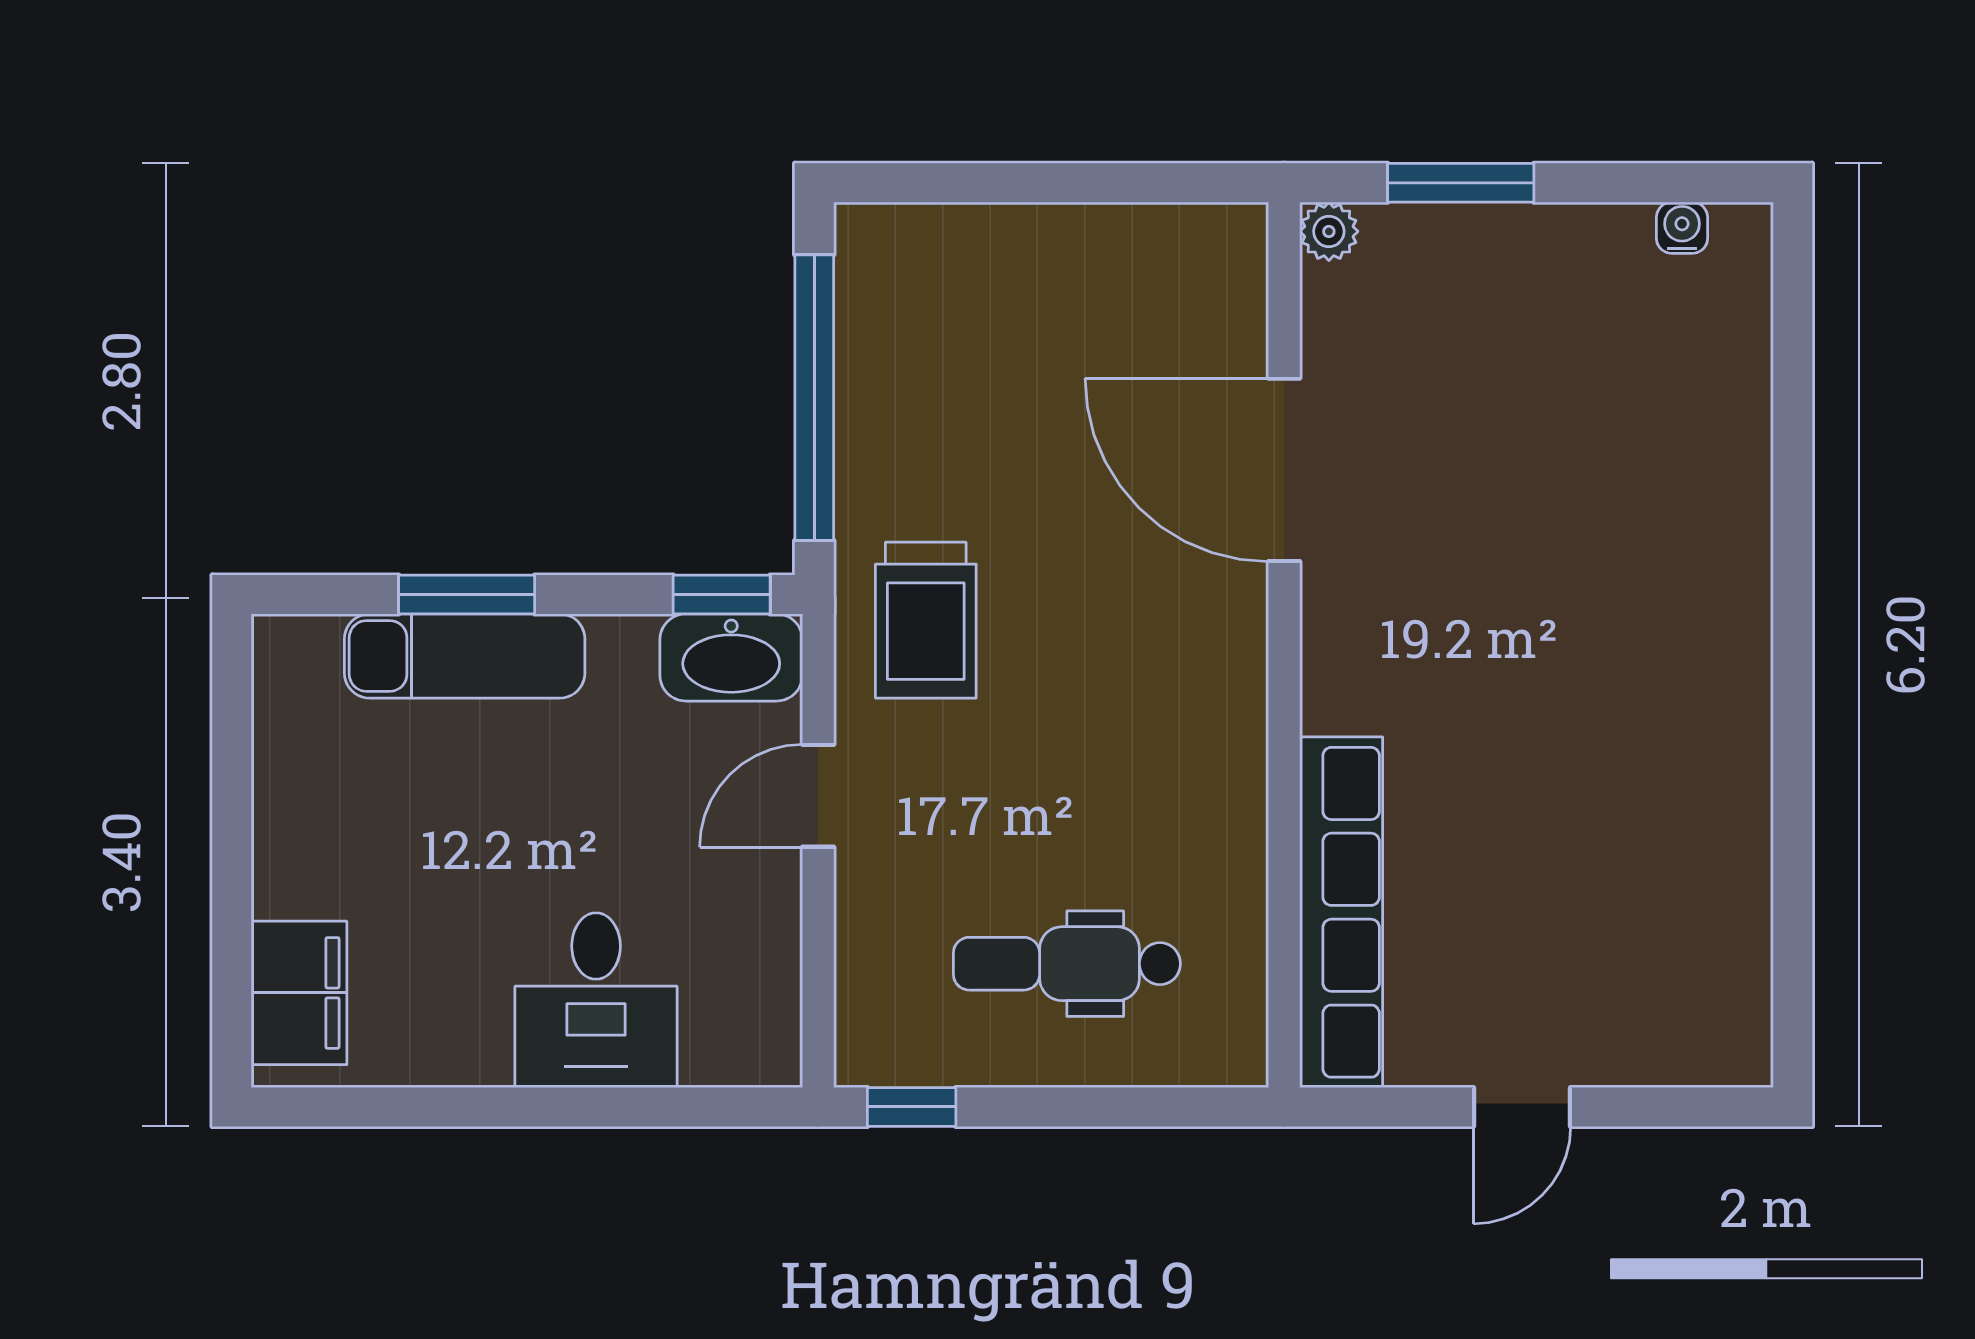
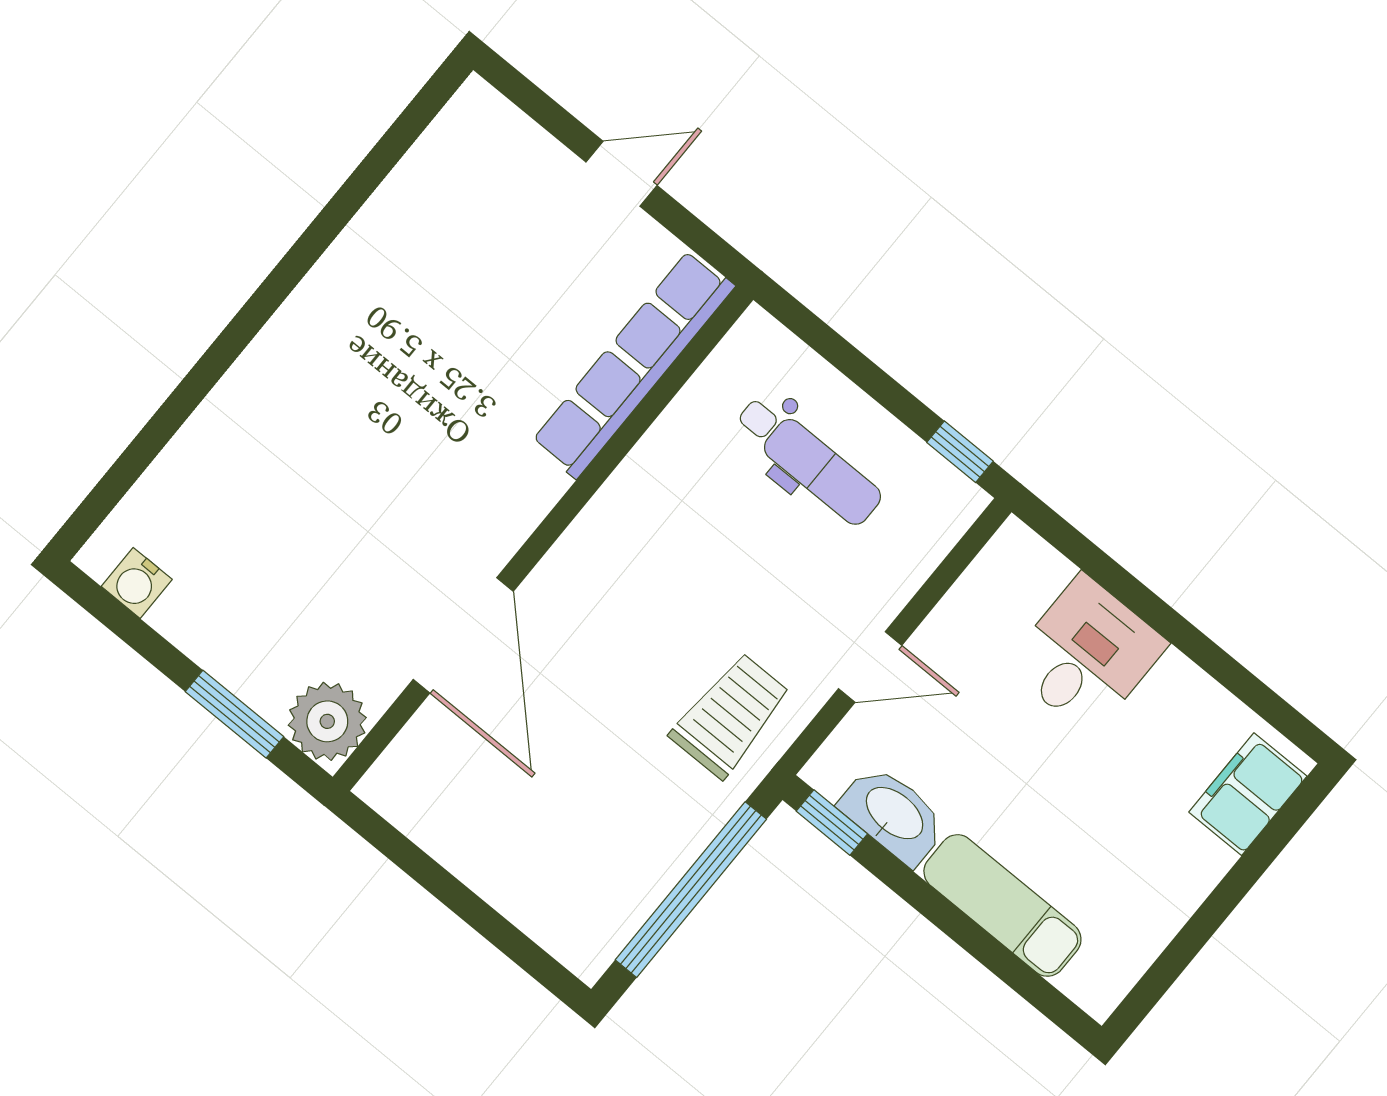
water cooler: (1682, 228) -> (137, 583), width x1.38, depth x1.38
plant: (1329, 231) -> (327, 721), width x1.87, depth x1.87
window: (467, 594) -> (973, 939), removed
washbasin: (731, 657) -> (893, 815), moved

